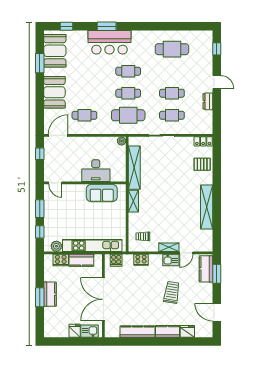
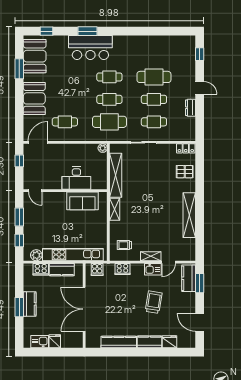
cafe table: (172, 49) -> (154, 77), moved
kitchen sink: (89, 331) -> (40, 342), moved

